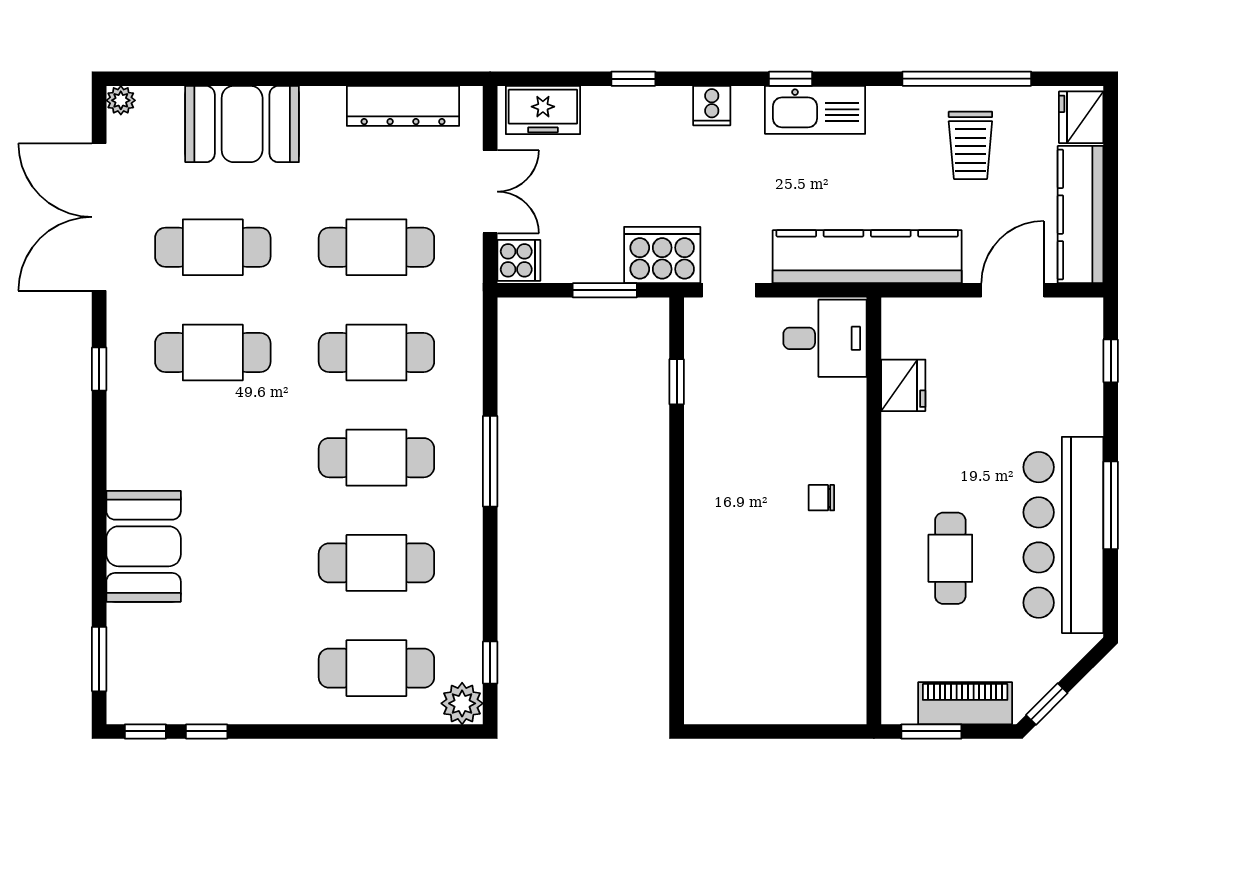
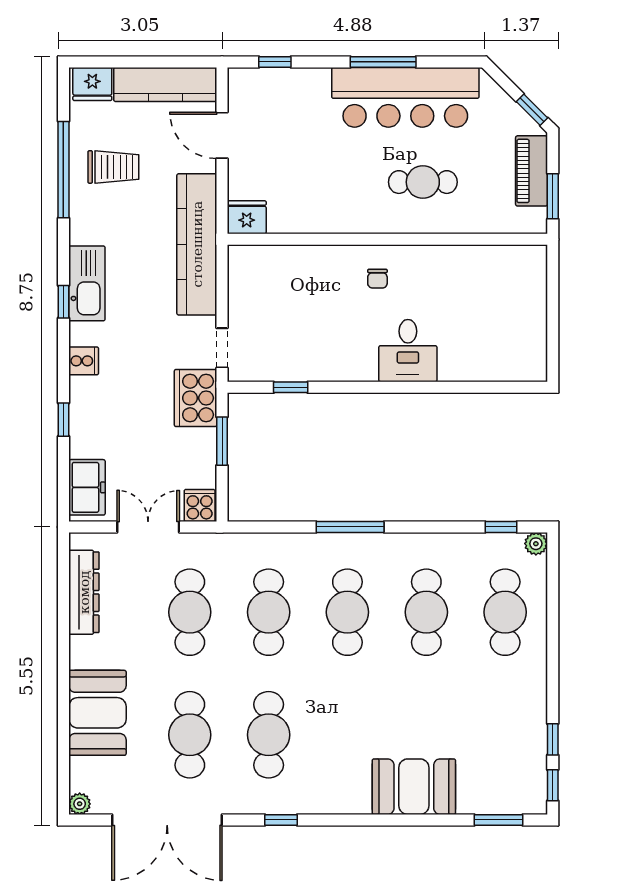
desk: (825, 338) -> (408, 351), moved, turned 180
fridge: (903, 385) -> (247, 217), moved
plant: (462, 703) -> (536, 544), width x0.73, depth x0.73

